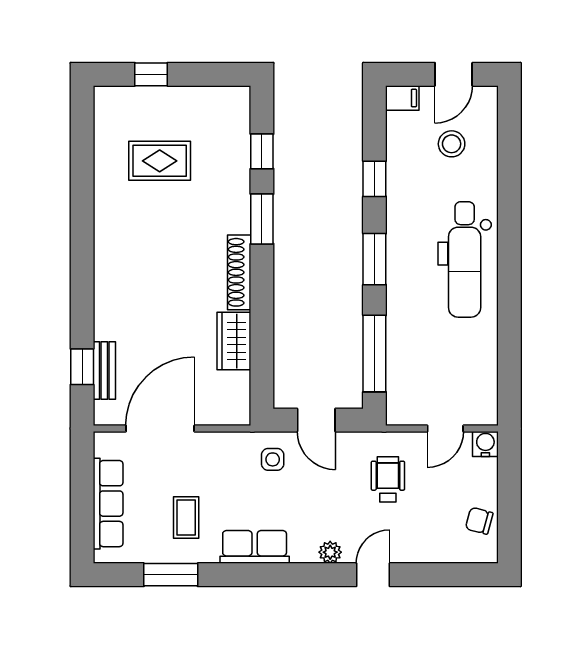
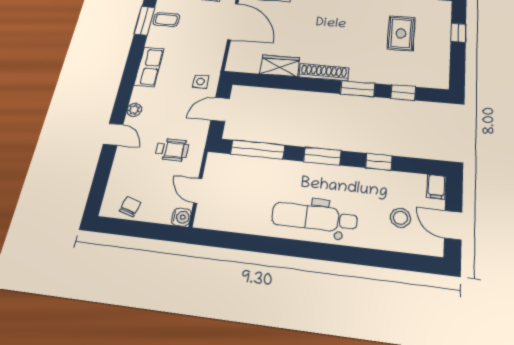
coffee table: (186, 517) -> (166, 19), moved

